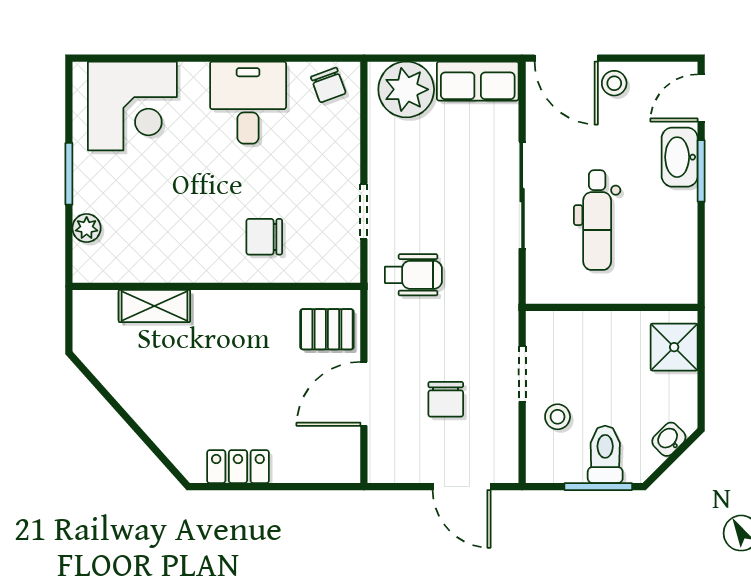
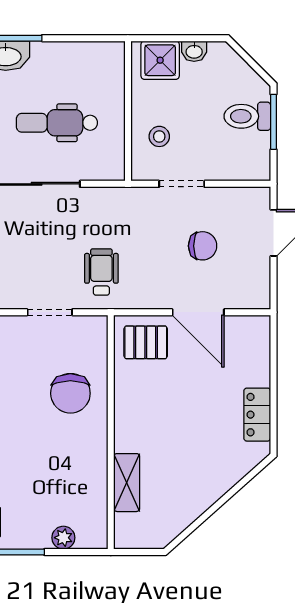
dental chair: (597, 220) -> (57, 123), turned 180
chair: (264, 237) -> (70, 393), width x1.37, depth x1.37
pallet: (327, 329) -> (146, 342), turned 90
stool: (558, 417) -> (159, 136), moved
washbasin: (669, 439) -> (194, 51), moved, turned -45

